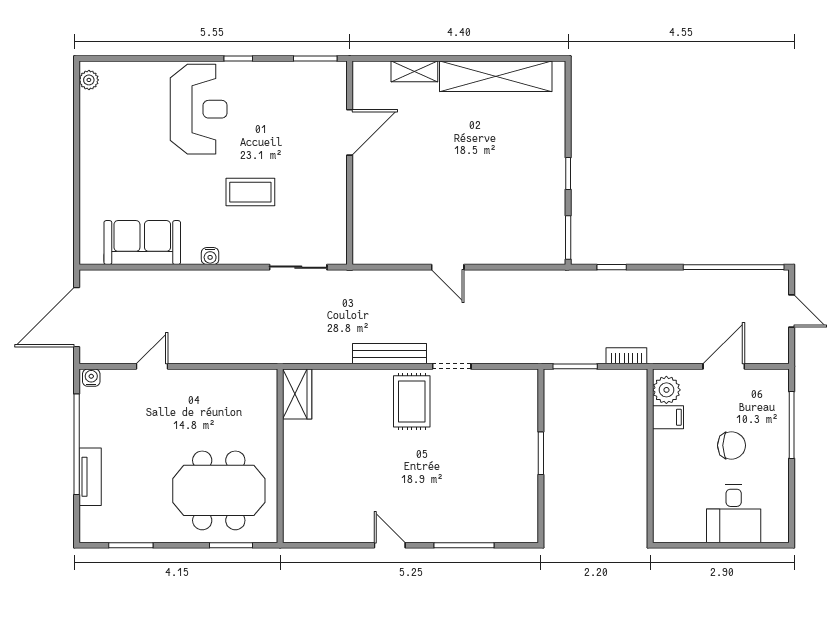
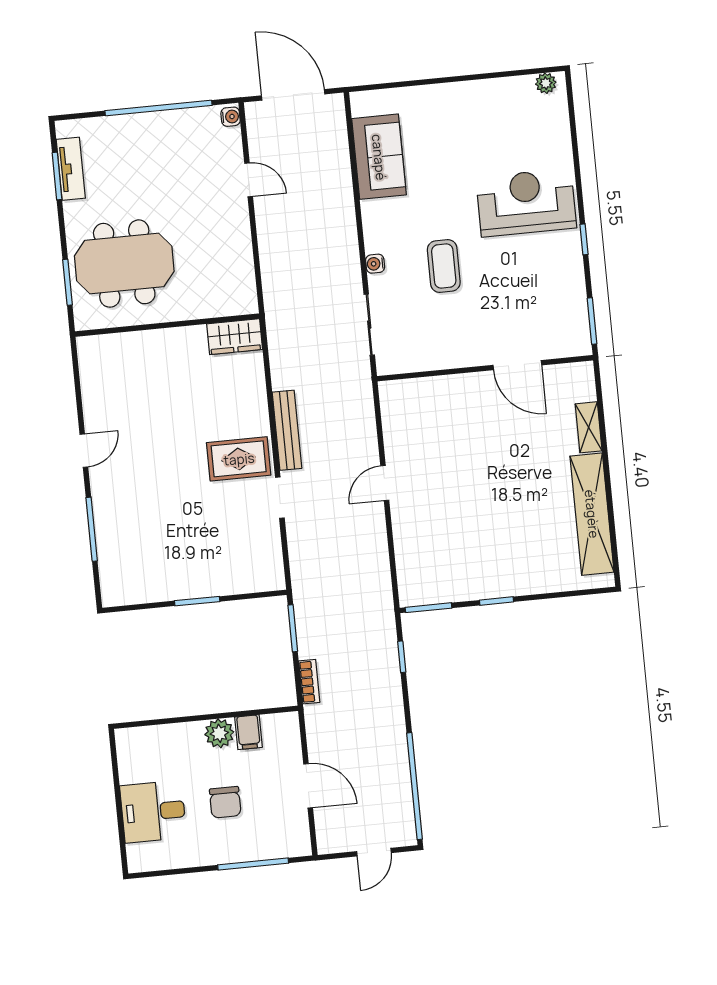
reception desk: (199, 109) -> (526, 203), turned 180
water cooler: (210, 256) -> (375, 264), moved
plant: (666, 390) -> (219, 733), moved
tv unit: (90, 477) -> (71, 169), moved, turned -90
meeting table: (219, 490) -> (124, 264), turned 90

